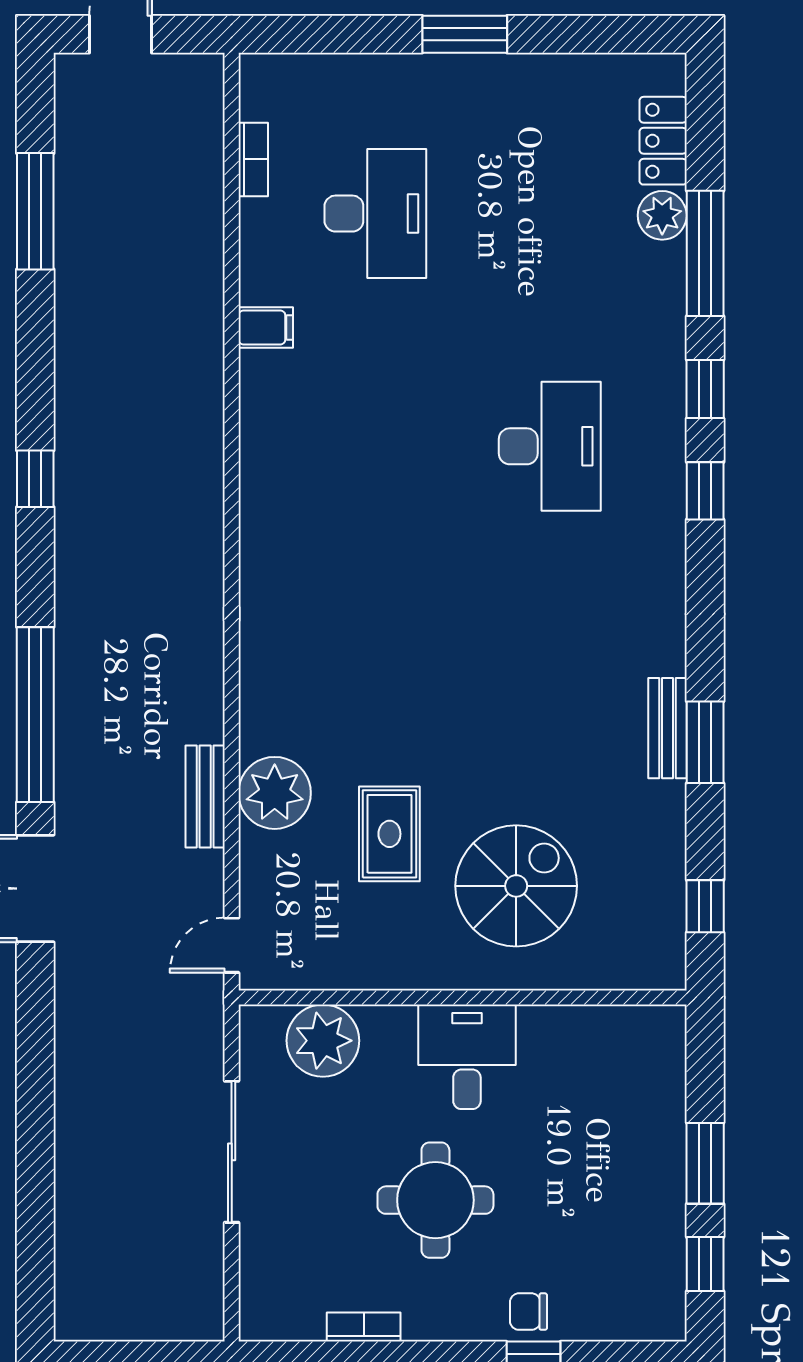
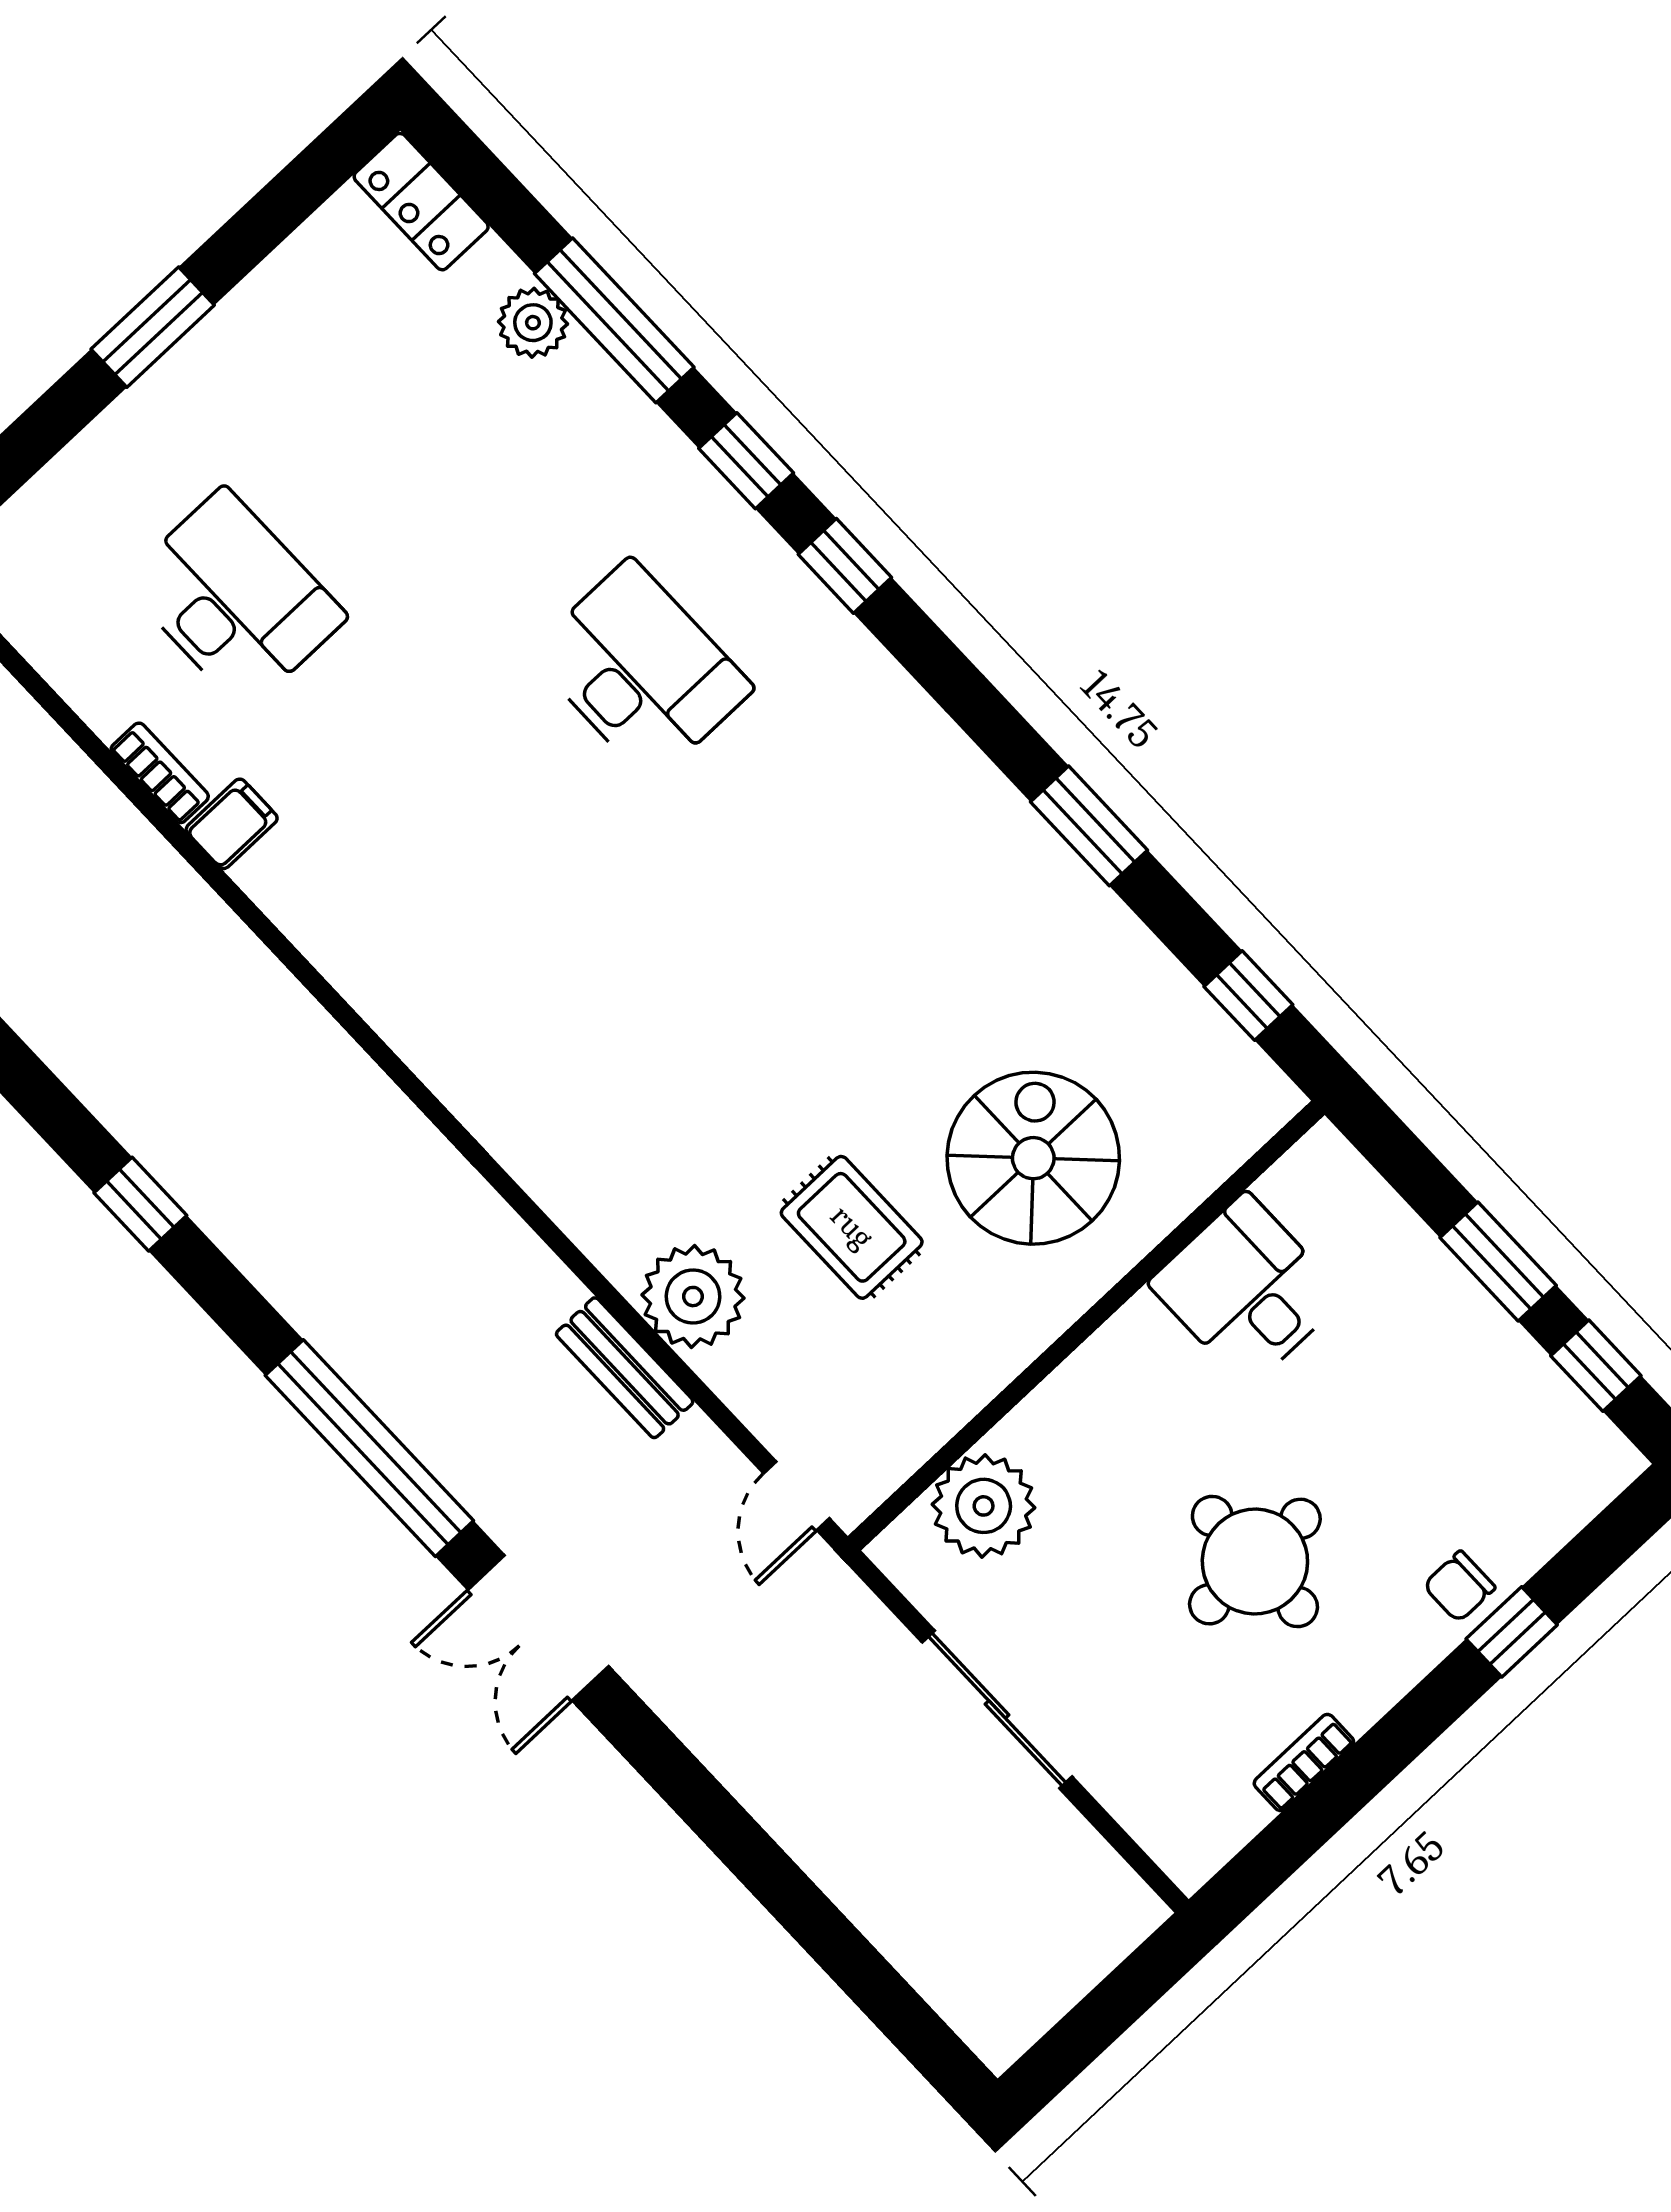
locker: (663, 141) -> (421, 202), moved
bookcase: (253, 159) -> (160, 773), moved
bench: (667, 728) -> (1036, 848), removed
desk: (467, 1057) -> (1247, 1290), moved

